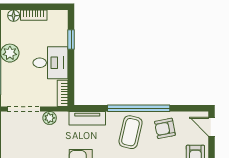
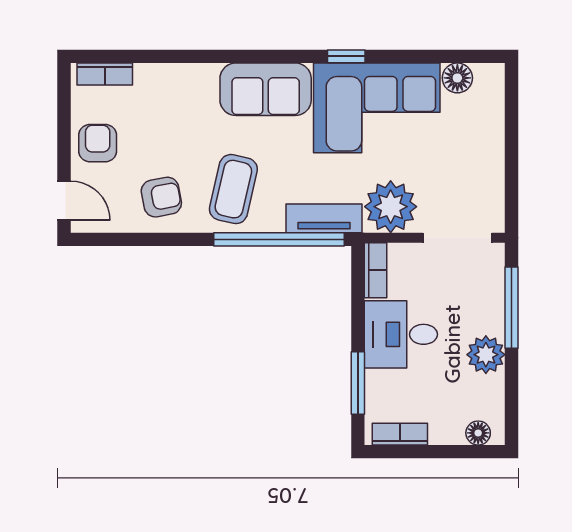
bookcase: (34, 15) -> (400, 434), moved
window: (71, 40) -> (358, 383), width x1.50
window: (139, 108) -> (279, 239), moved
plant: (50, 118) -> (391, 207), width x1.88, depth x1.88

